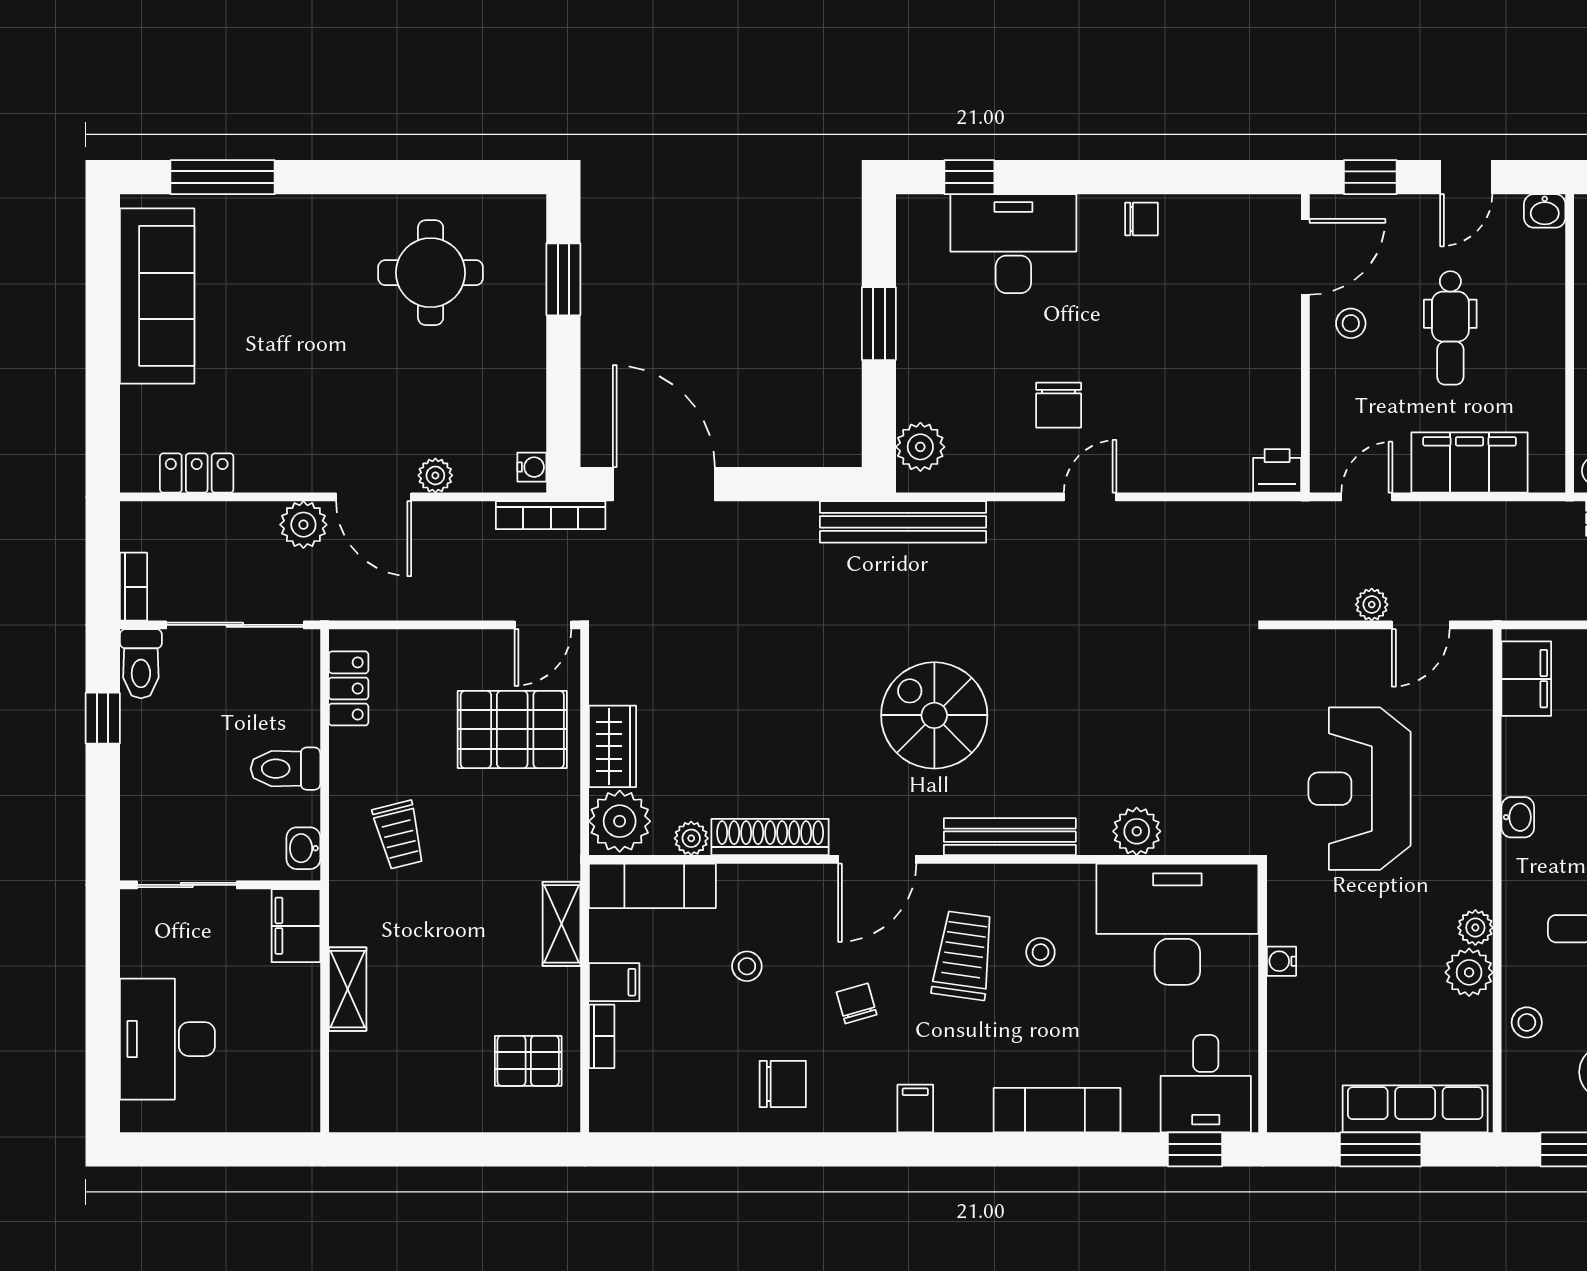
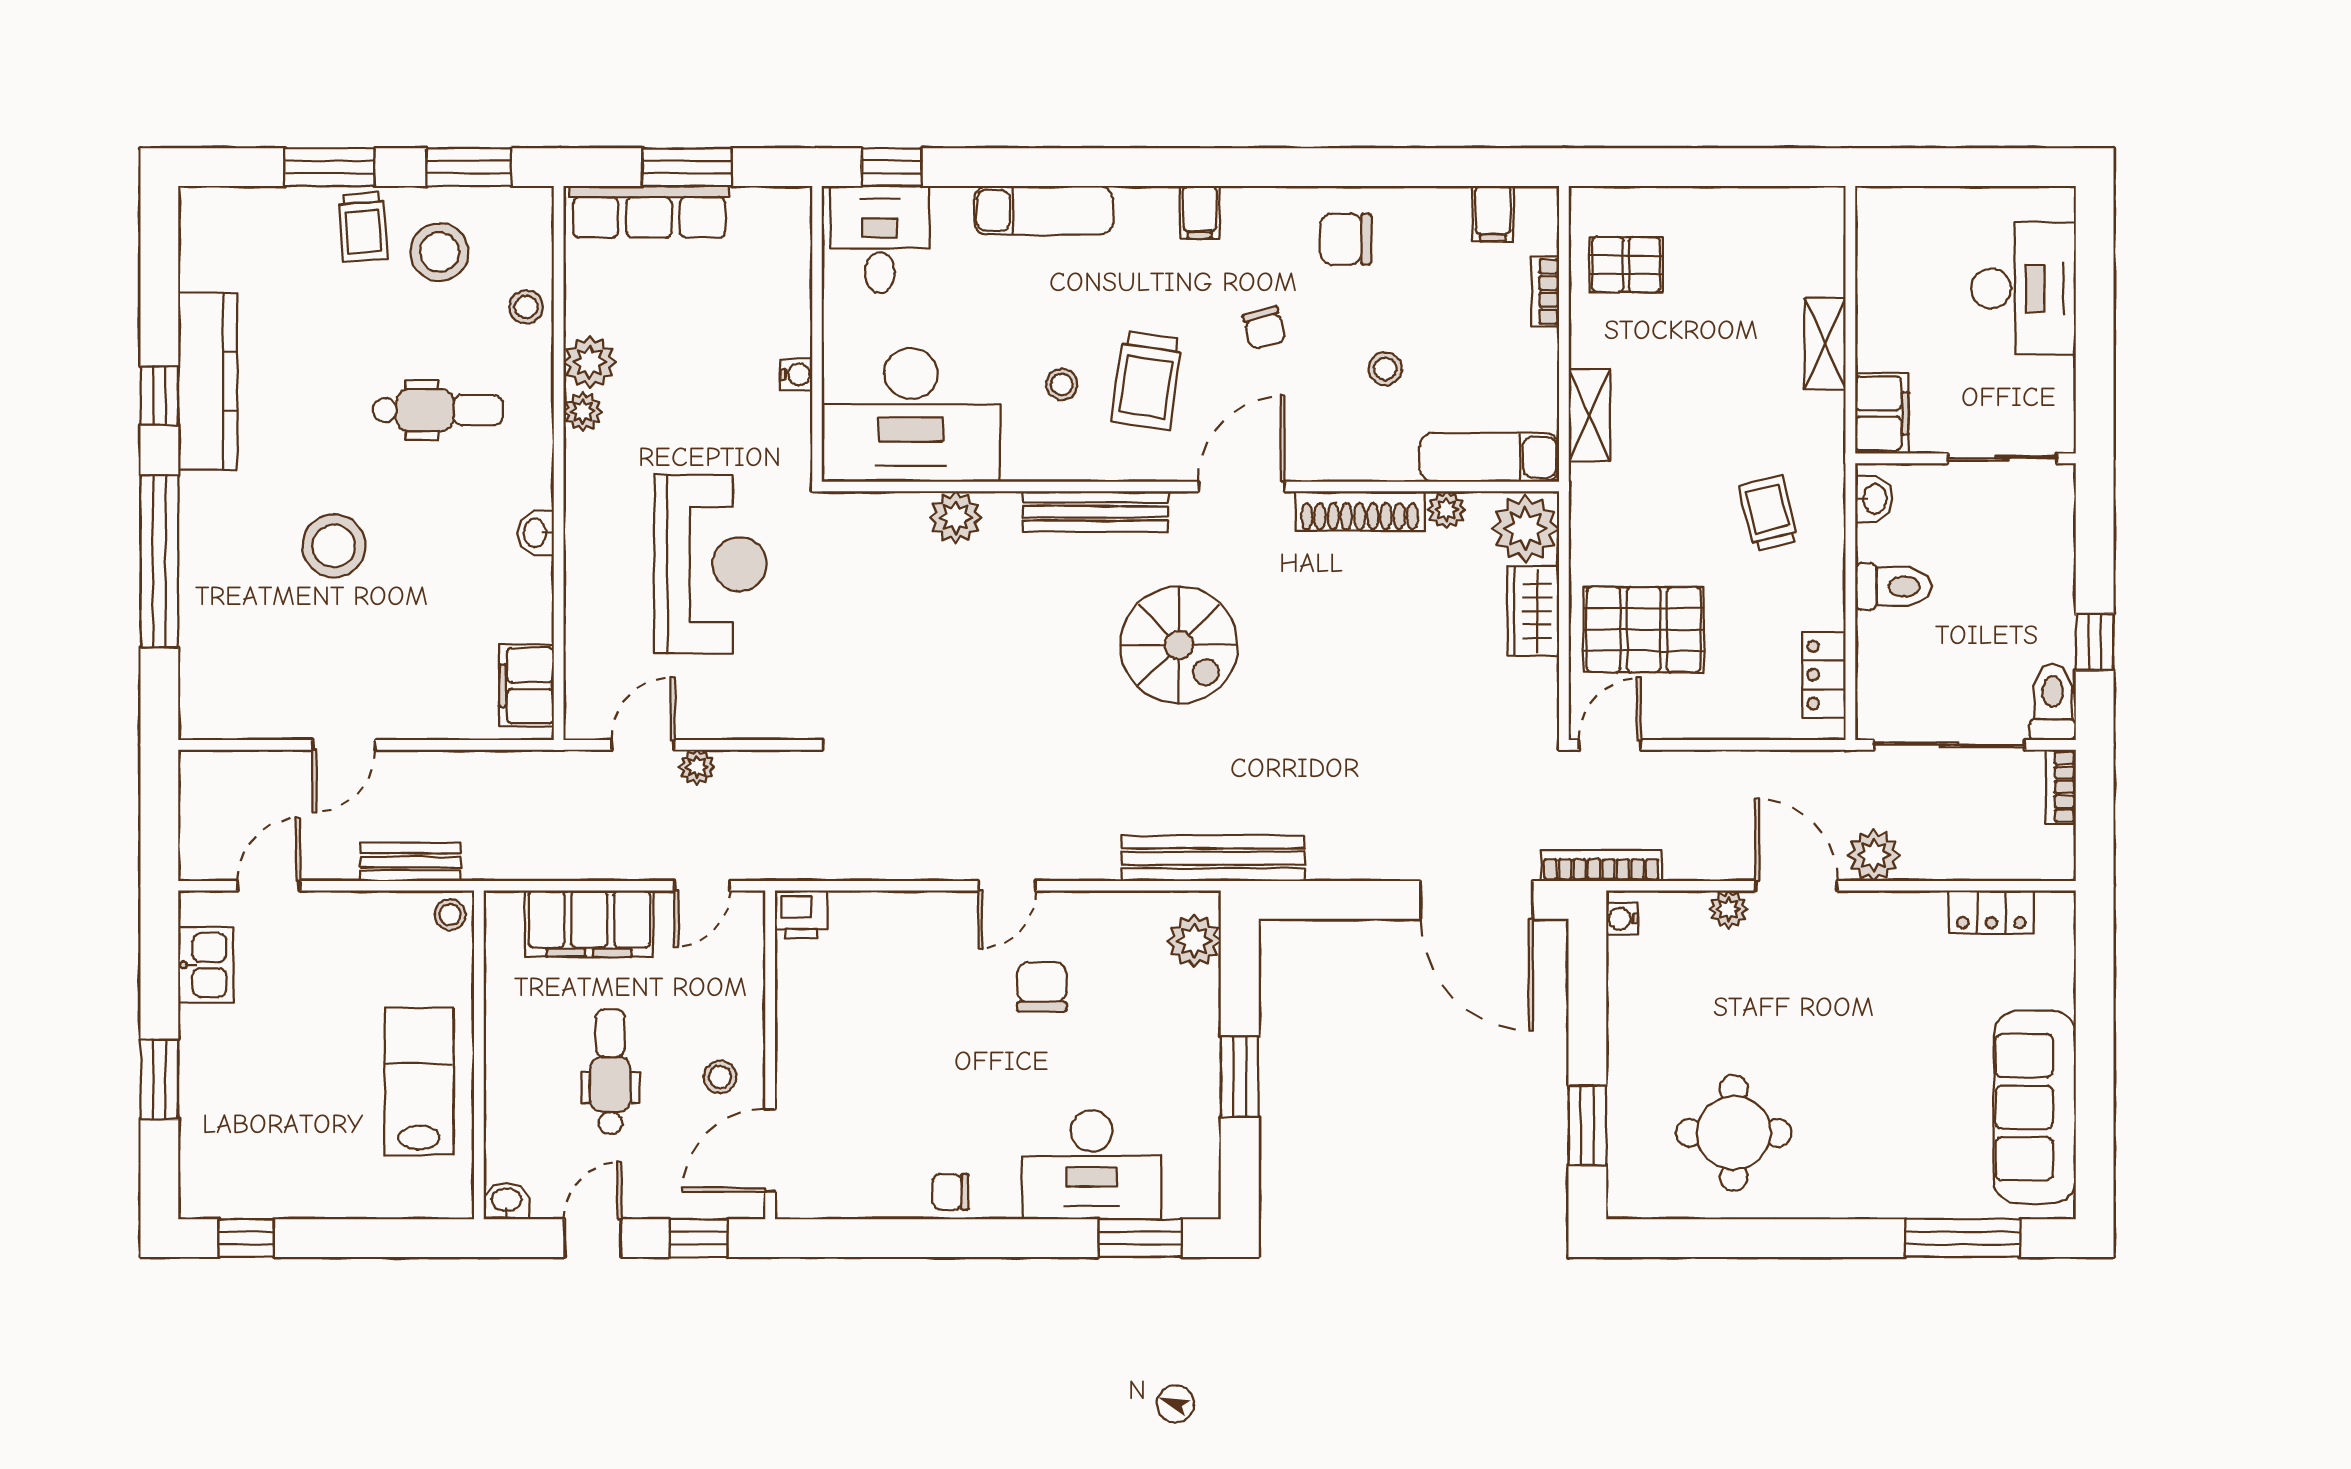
window: (969, 177) -> (1140, 1238), width x1.50
filing cabinet: (614, 982) -> (1493, 214), moved, turned -90

